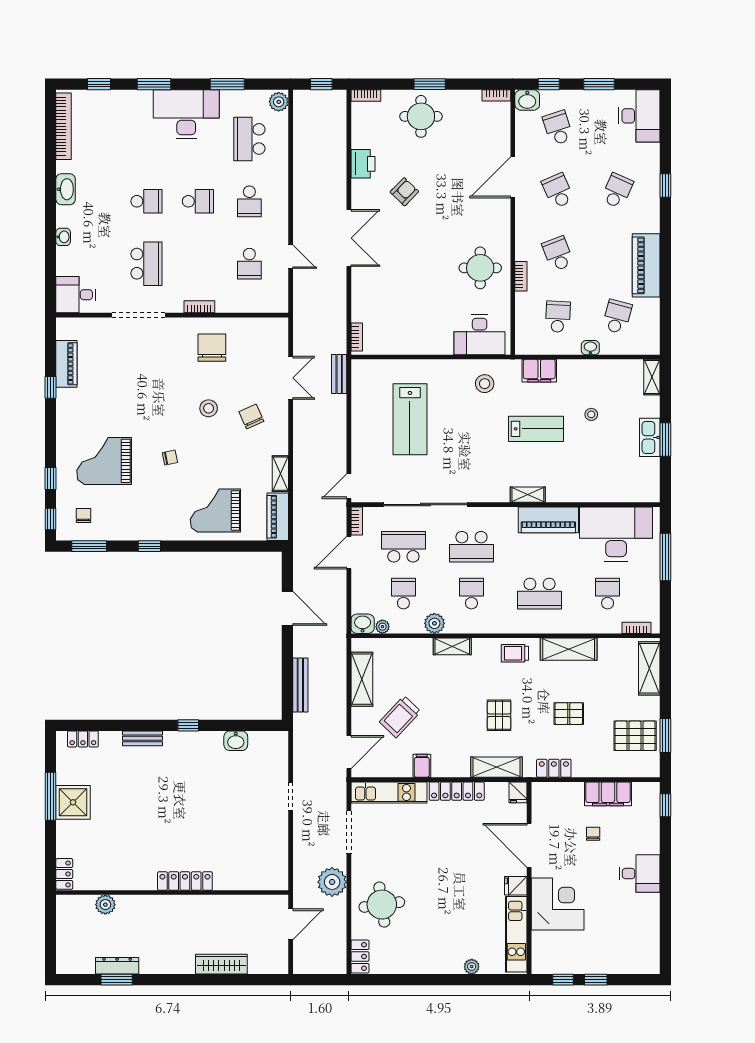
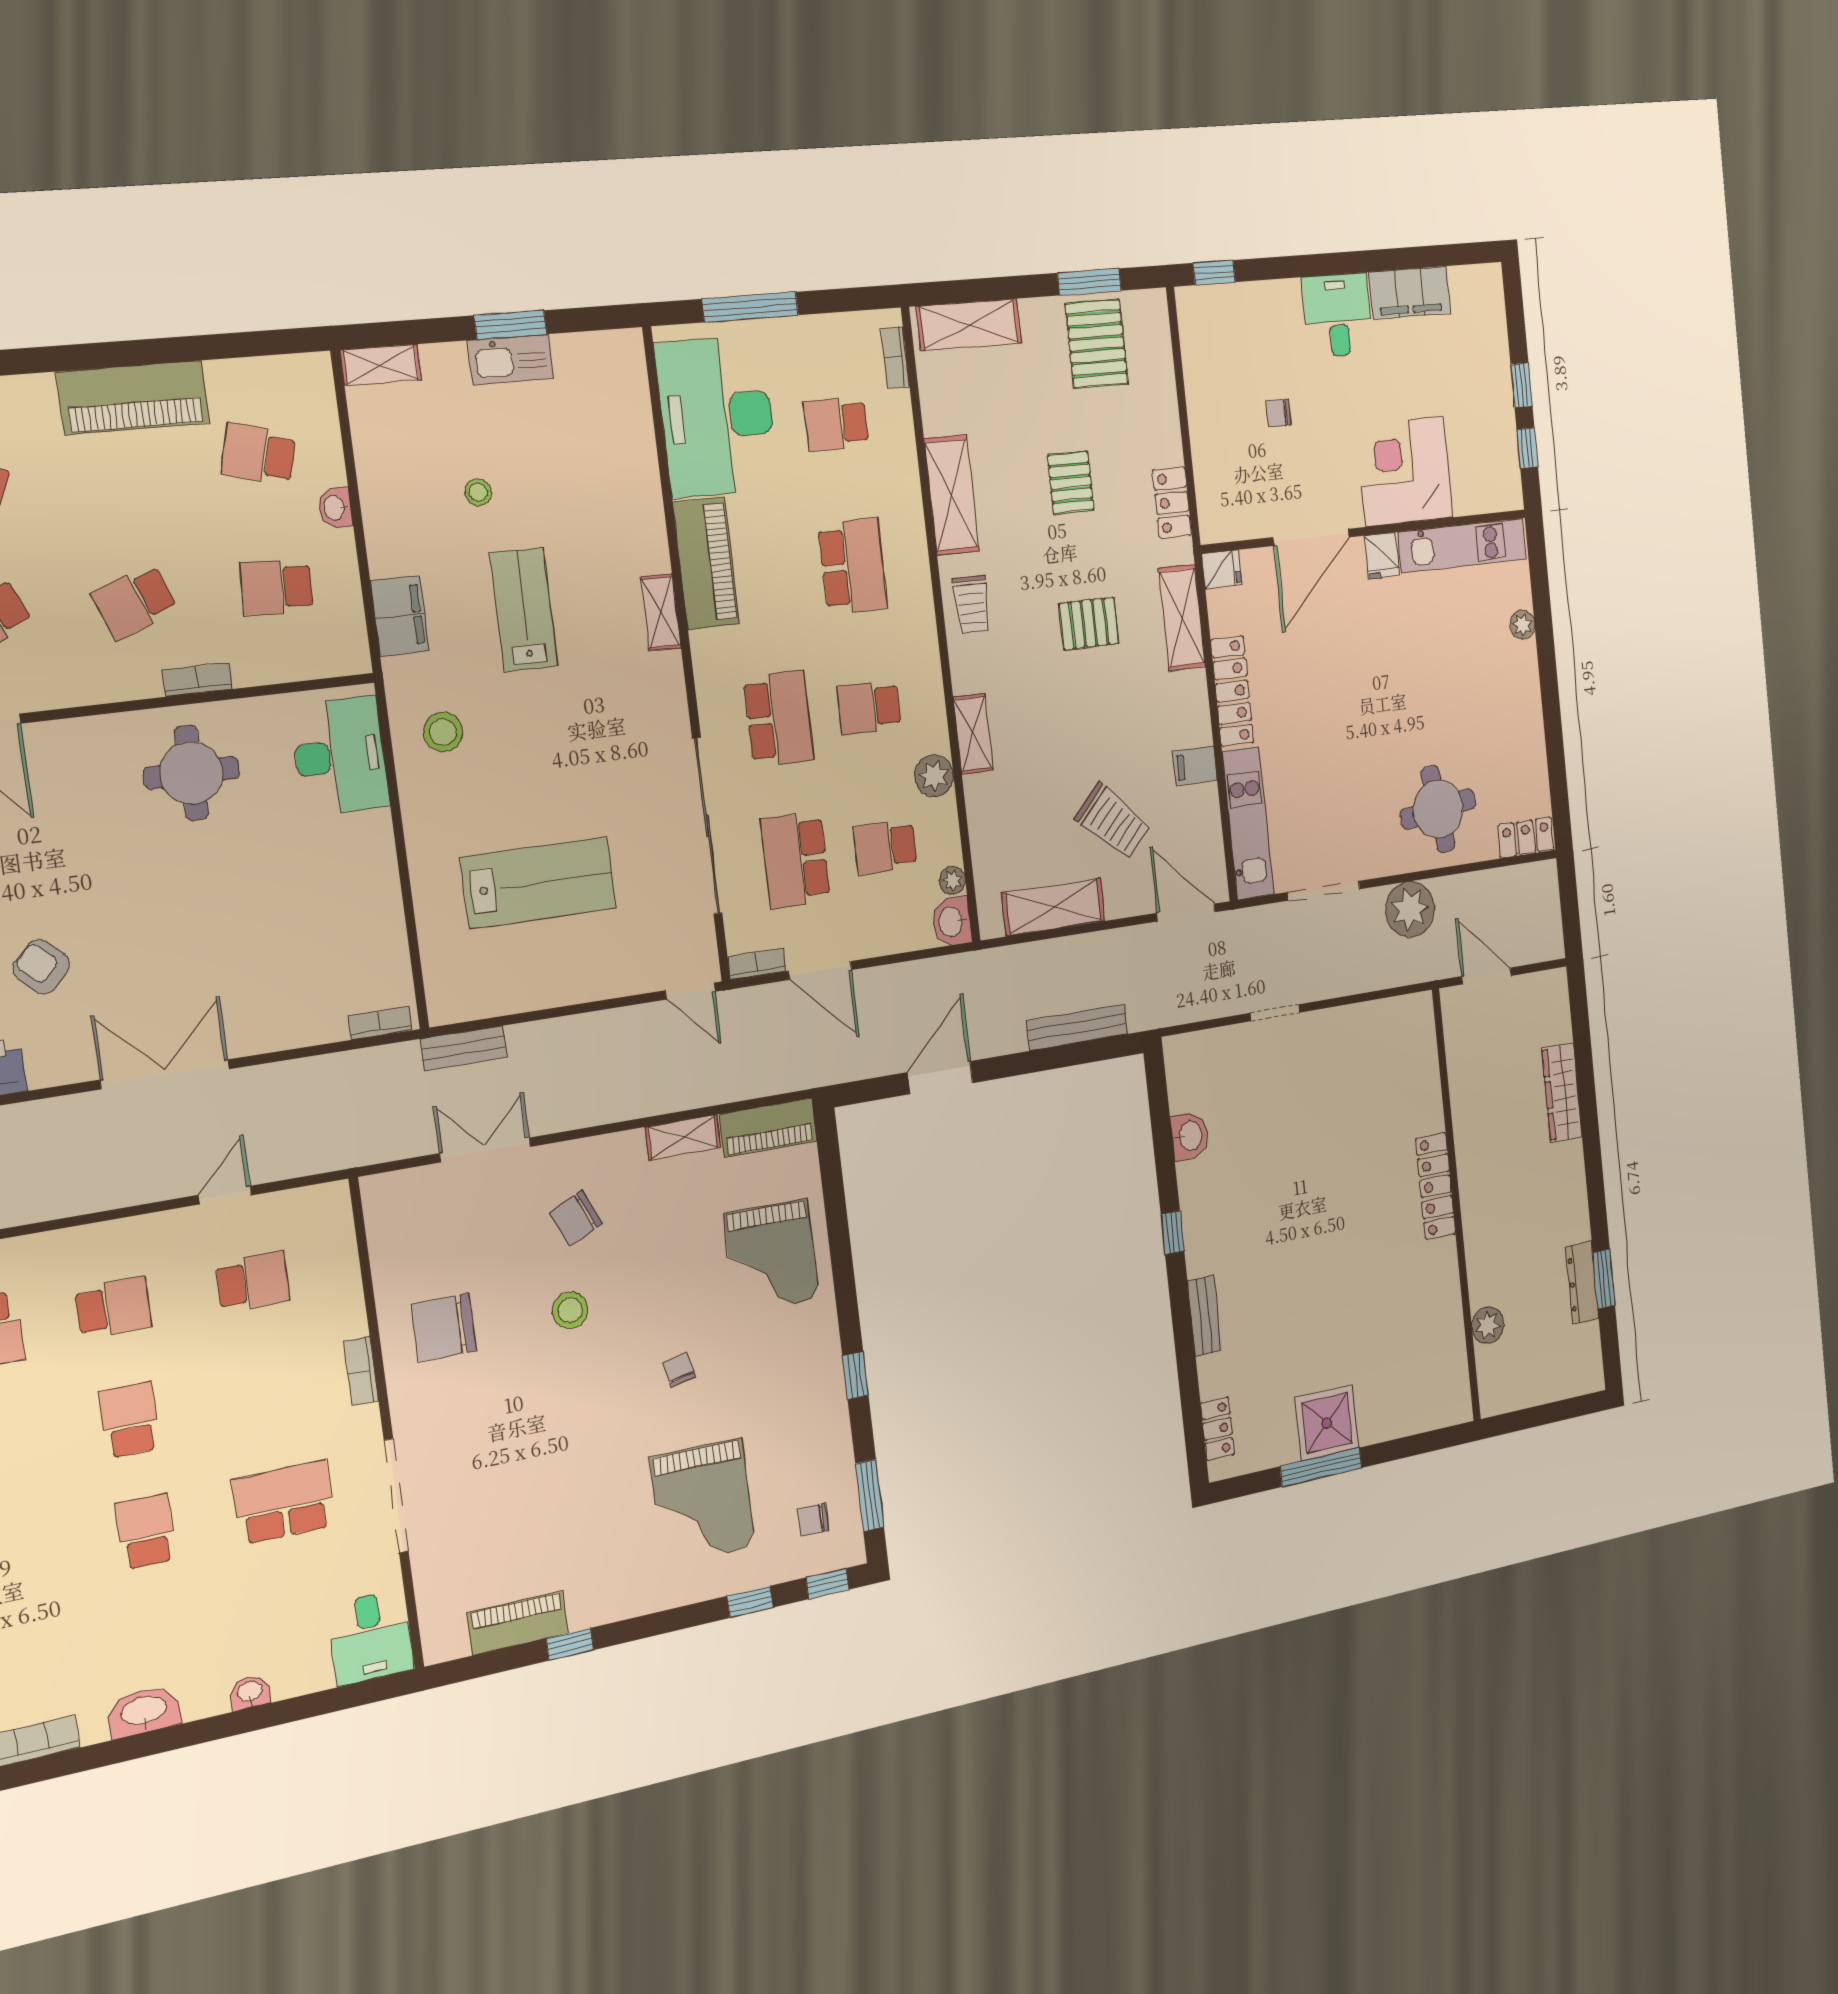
filing cabinet: (608, 794) -> (1410, 293), moved, turned 90
locker: (64, 874) -> (1446, 1412), removed

